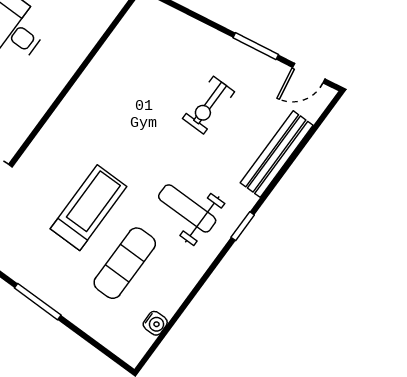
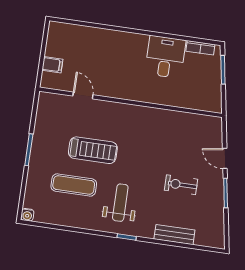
door: (309, 73) -> (225, 158), moved
bench: (277, 154) -> (174, 235), width x0.73
water cooler: (155, 323) -> (27, 215), moved

